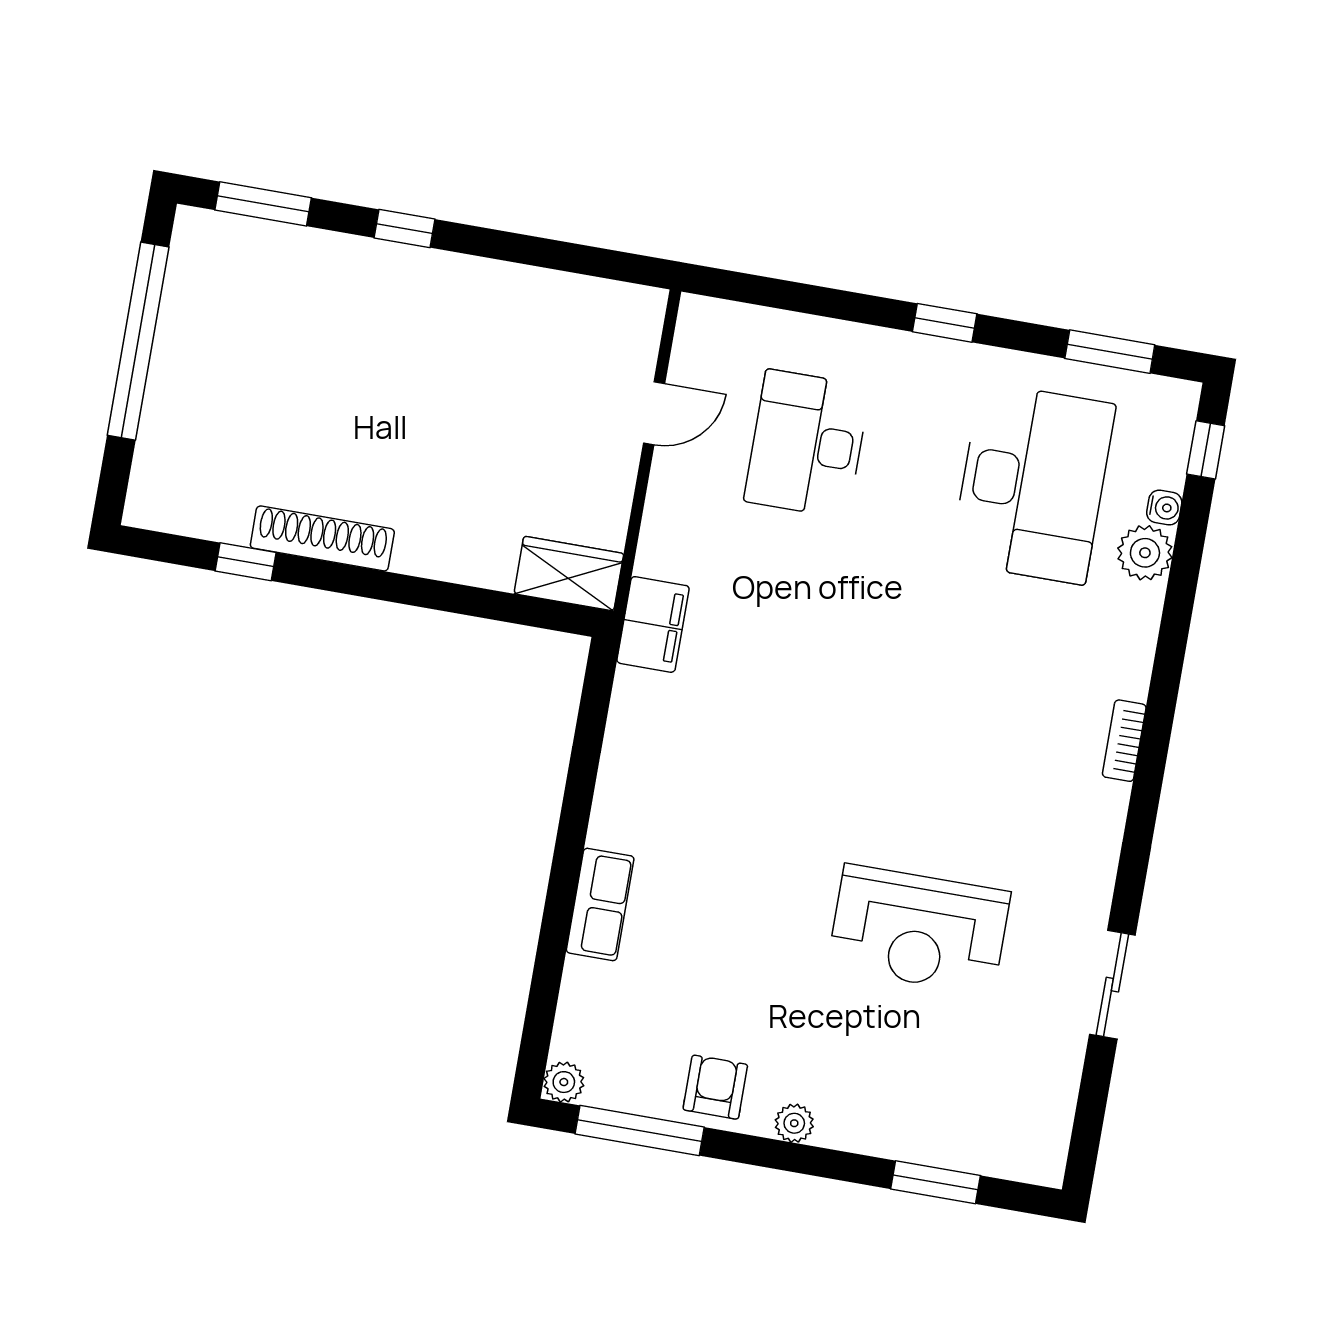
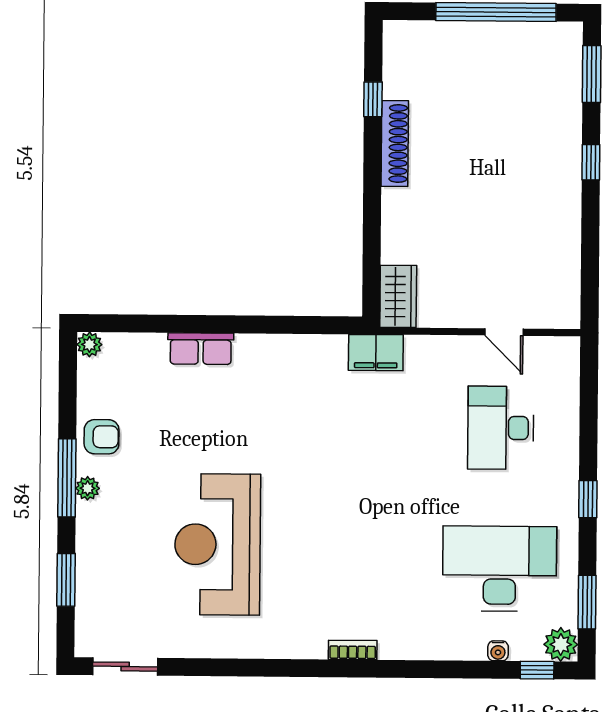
desk: (807, 444) -> (501, 428), turned -90
desk: (1033, 483) -> (500, 569), turned 180
plant: (1145, 553) -> (561, 644), moved
reception desk: (919, 930) -> (218, 544), width x1.36, depth x1.30
sliding door: (1112, 985) -> (125, 667), moved
window: (640, 1131) -> (67, 478), moved

